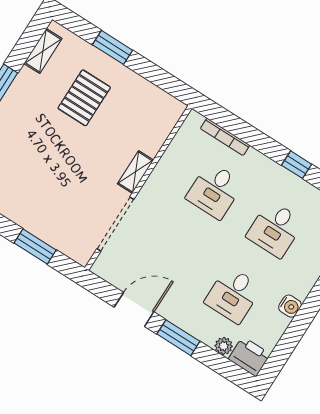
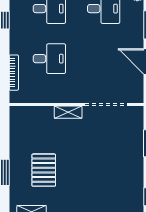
pallet: (84, 98) -> (44, 170), turned 90

